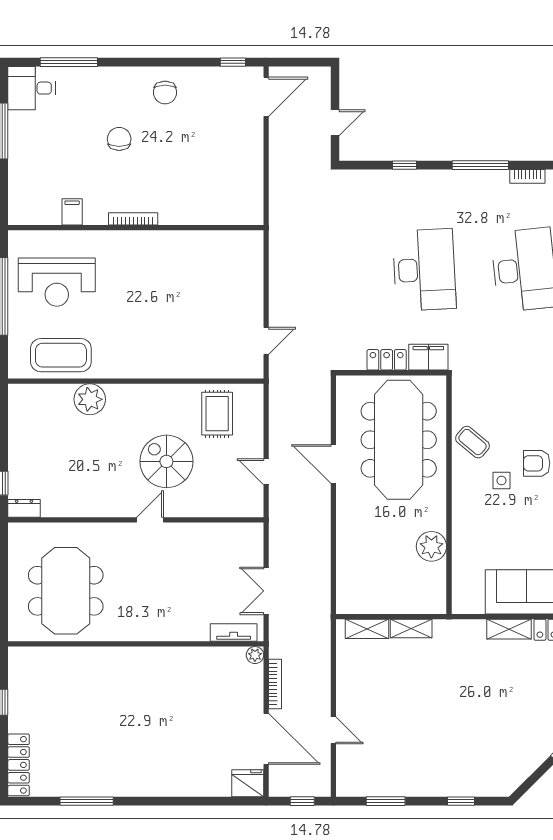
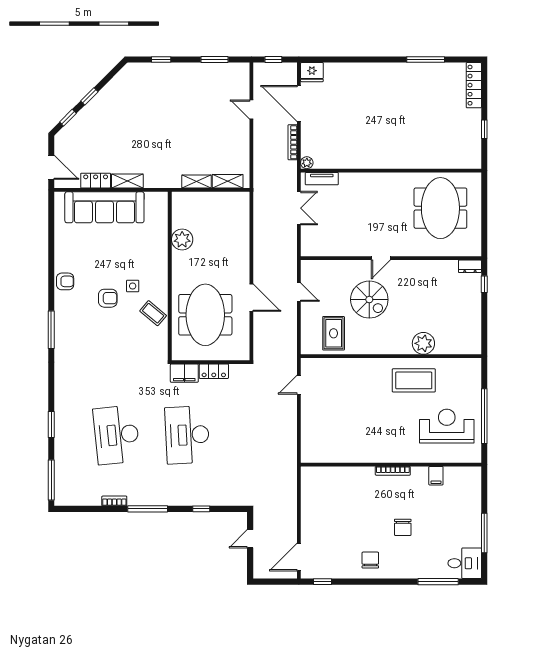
coffee table: (61, 355) -> (414, 380), moved
meeting table: (399, 440) -> (205, 315), width x0.73

